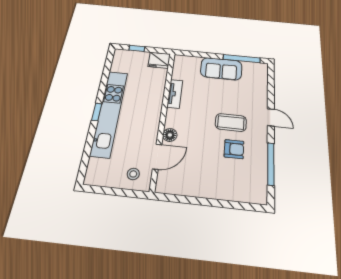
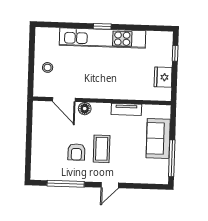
tv unit: (175, 94) -> (126, 109), moved
wall: (163, 117) -> (102, 101), moved
floor lamp: (170, 135) -> (85, 109), moved
door: (157, 157) -> (64, 100), moved

